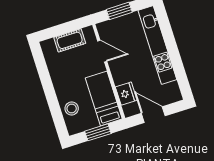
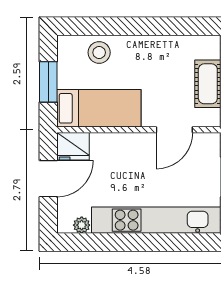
plant: (174, 87) -> (82, 225), added
fridge: (126, 94) -> (73, 146), moved

